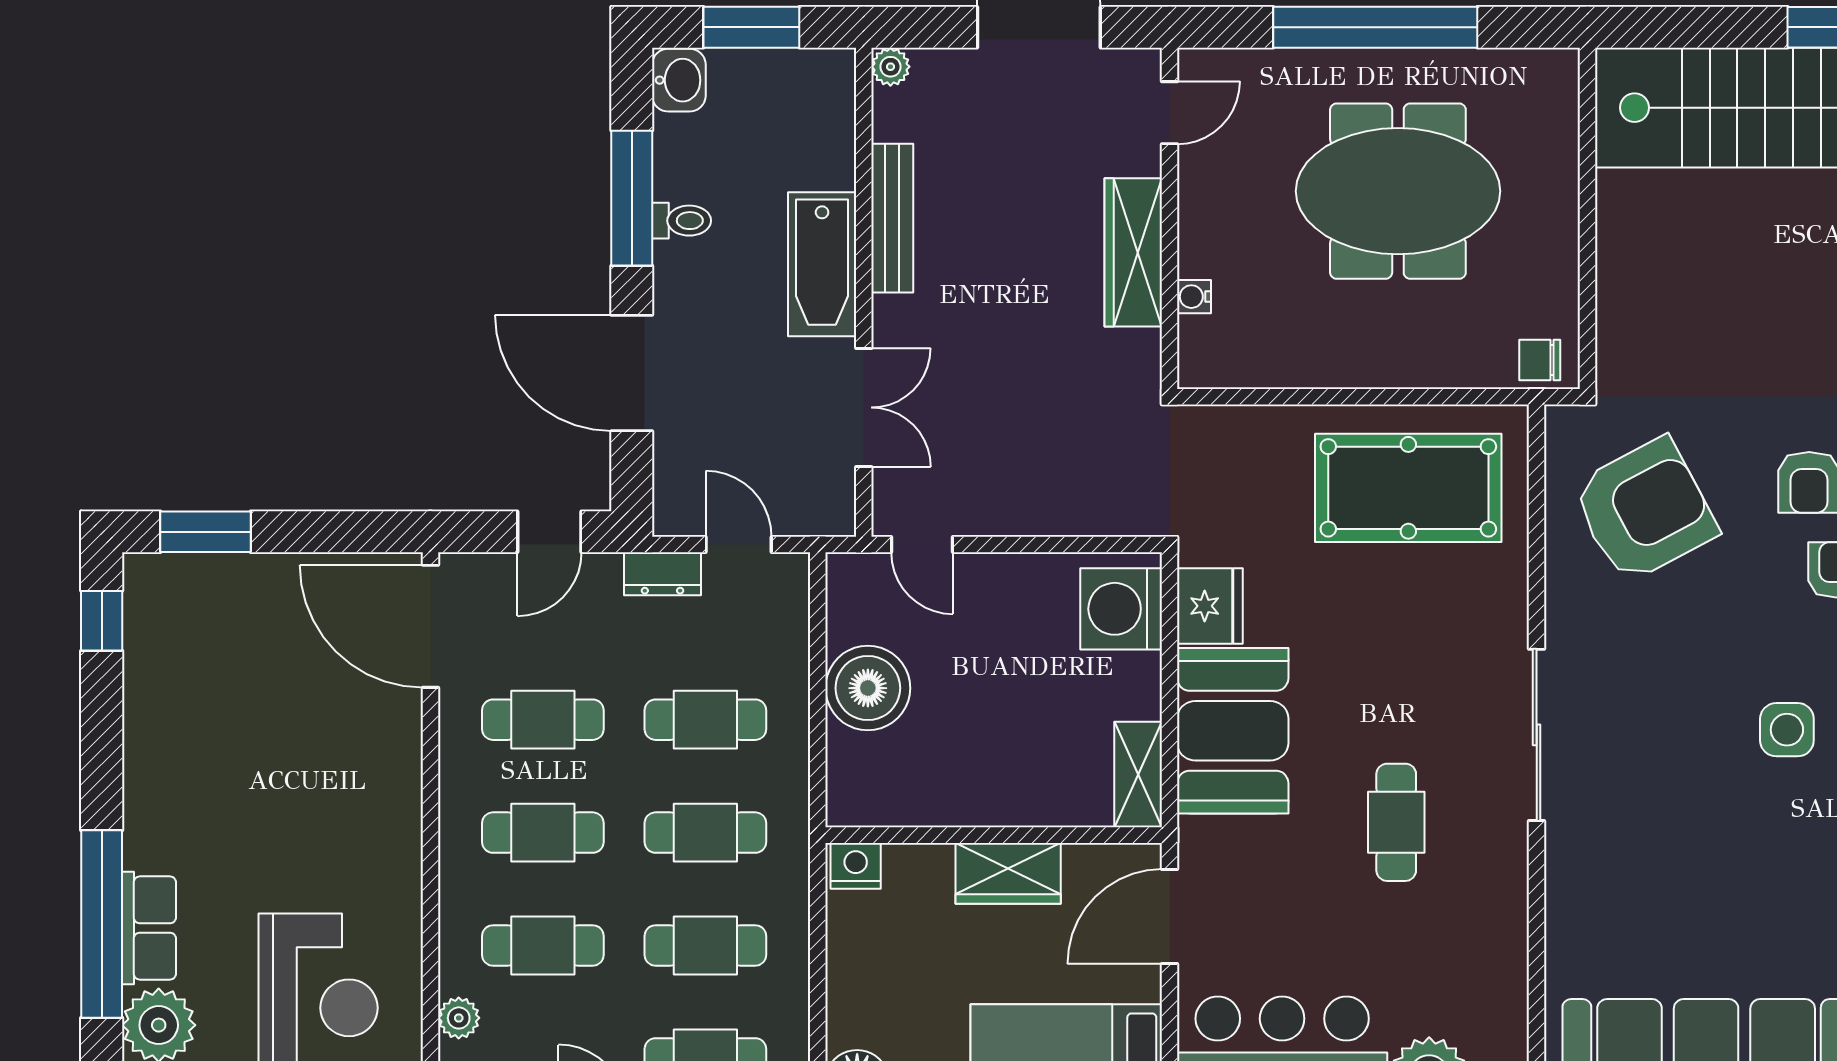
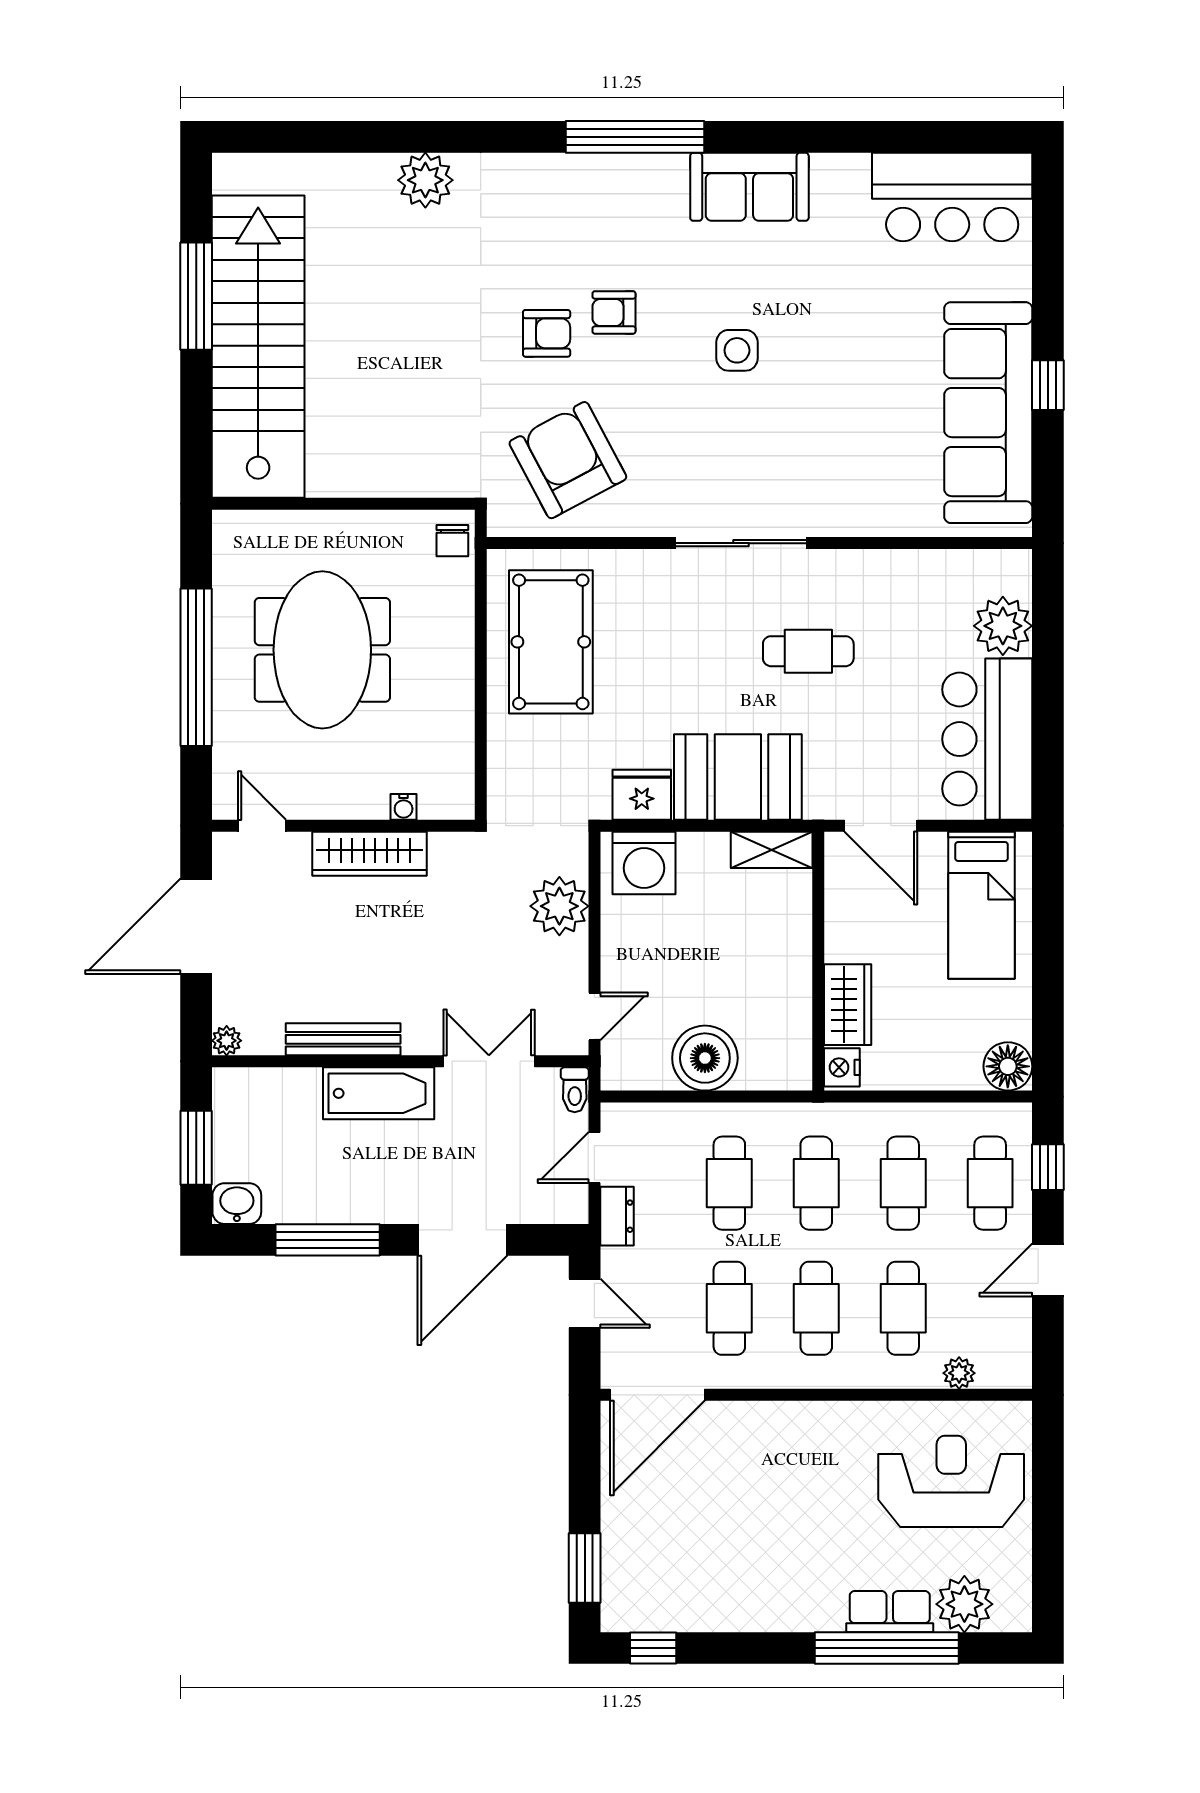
toilet: (682, 221) -> (575, 1090), moved, turned 180
plant: (1065, 499) -> (559, 906), added
wardrobe: (1008, 873) -> (848, 1005), moved

